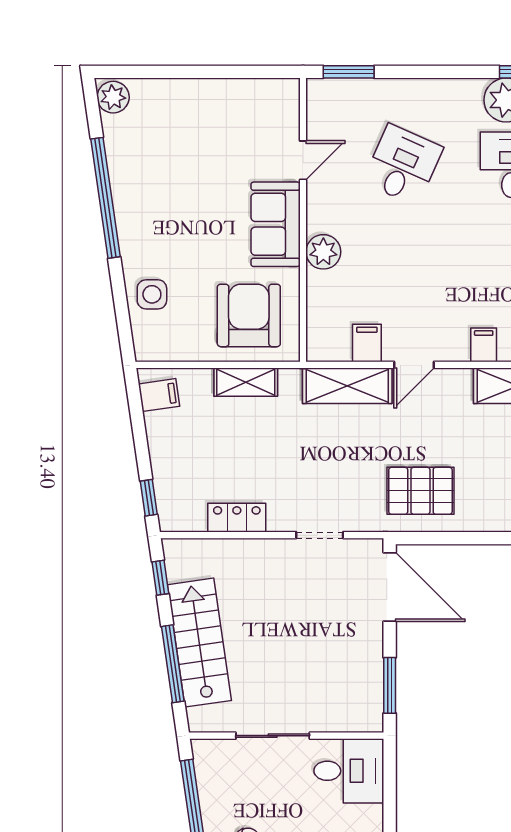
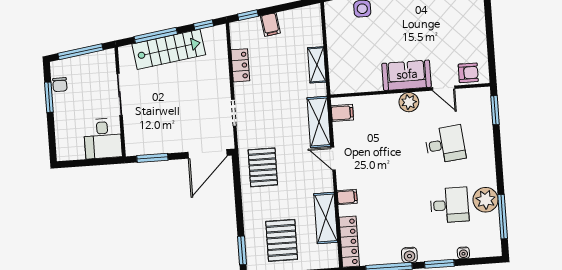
desk: (403, 165) -> (445, 144), turned -30
plant: (323, 252) -> (409, 102), moved
armchair: (249, 315) -> (468, 73), moved, width x0.53, depth x0.53
filing cabinet: (367, 343) -> (342, 113), moved
filing cabinet: (159, 395) -> (270, 25), moved

